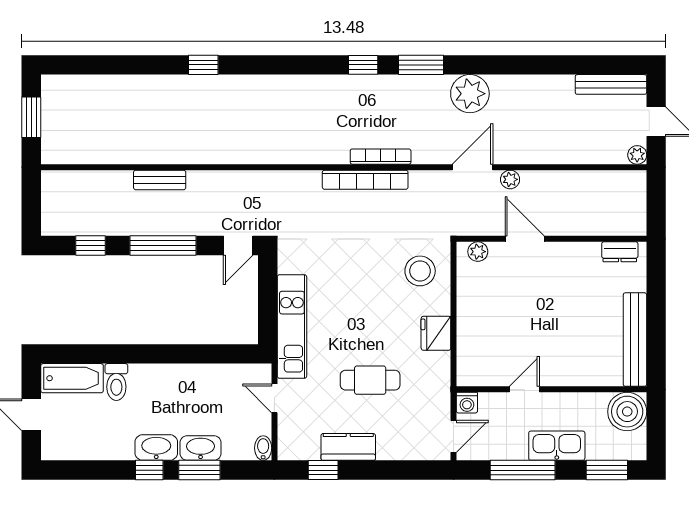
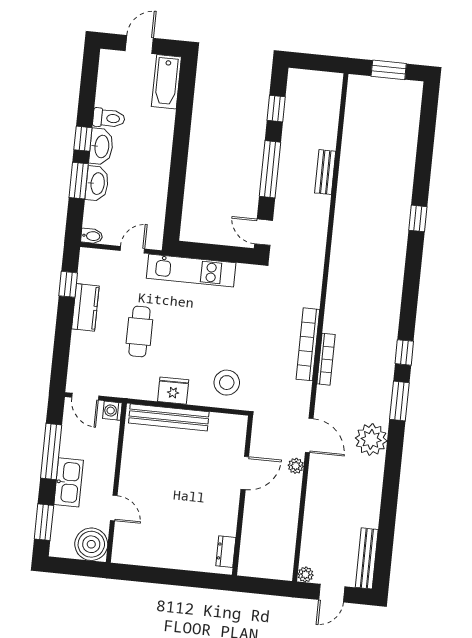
plant: (478, 252) -> (238, 433), removed
bench: (635, 340) -> (169, 417), moved
toilet: (116, 382) -> (109, 118), moved, turned 180
door: (524, 389) -> (114, 508), moved

